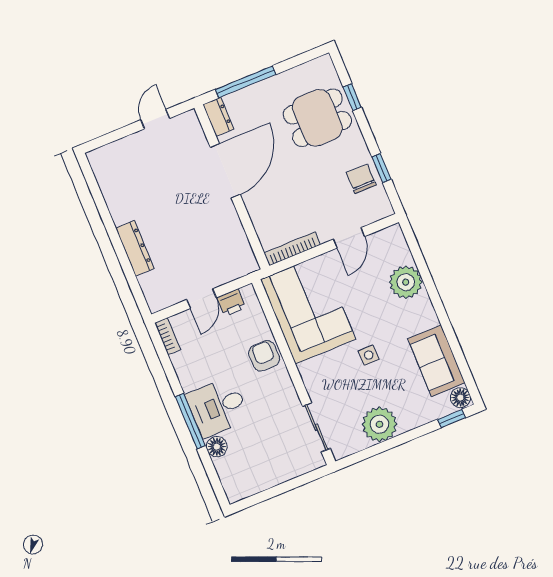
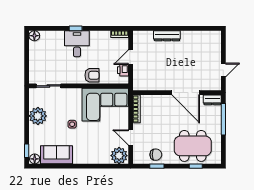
dining table: (317, 118) -> (193, 146), width x1.38
door: (155, 119) -> (223, 70), hinge flipped
plant: (406, 282) -> (119, 156), moved
door: (202, 299) -> (131, 57), hinge flipped
window: (190, 421) -> (76, 28), width x0.46
floor lamp: (217, 447) -> (34, 36), moved

